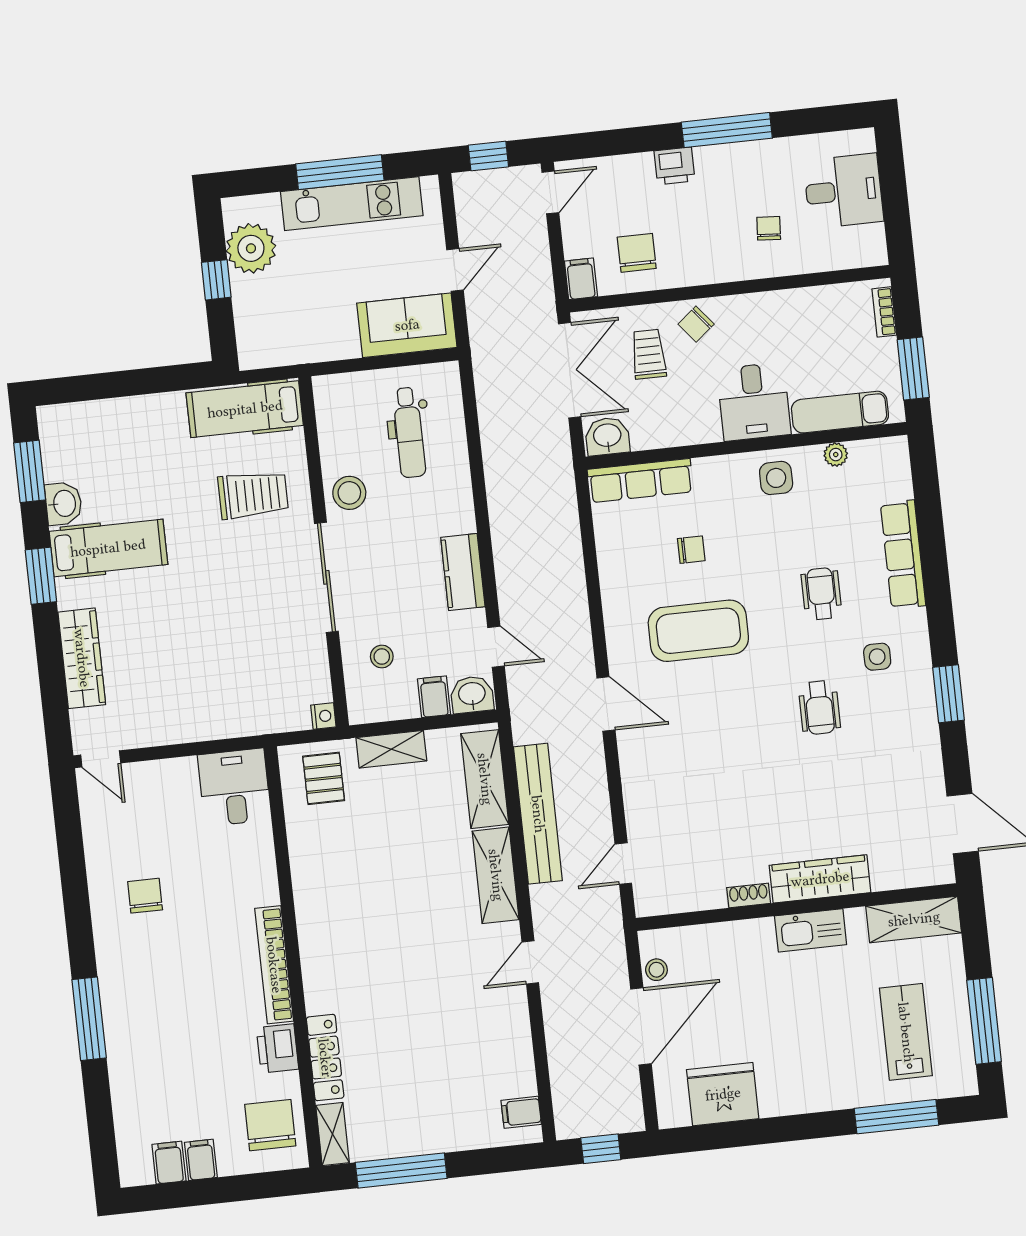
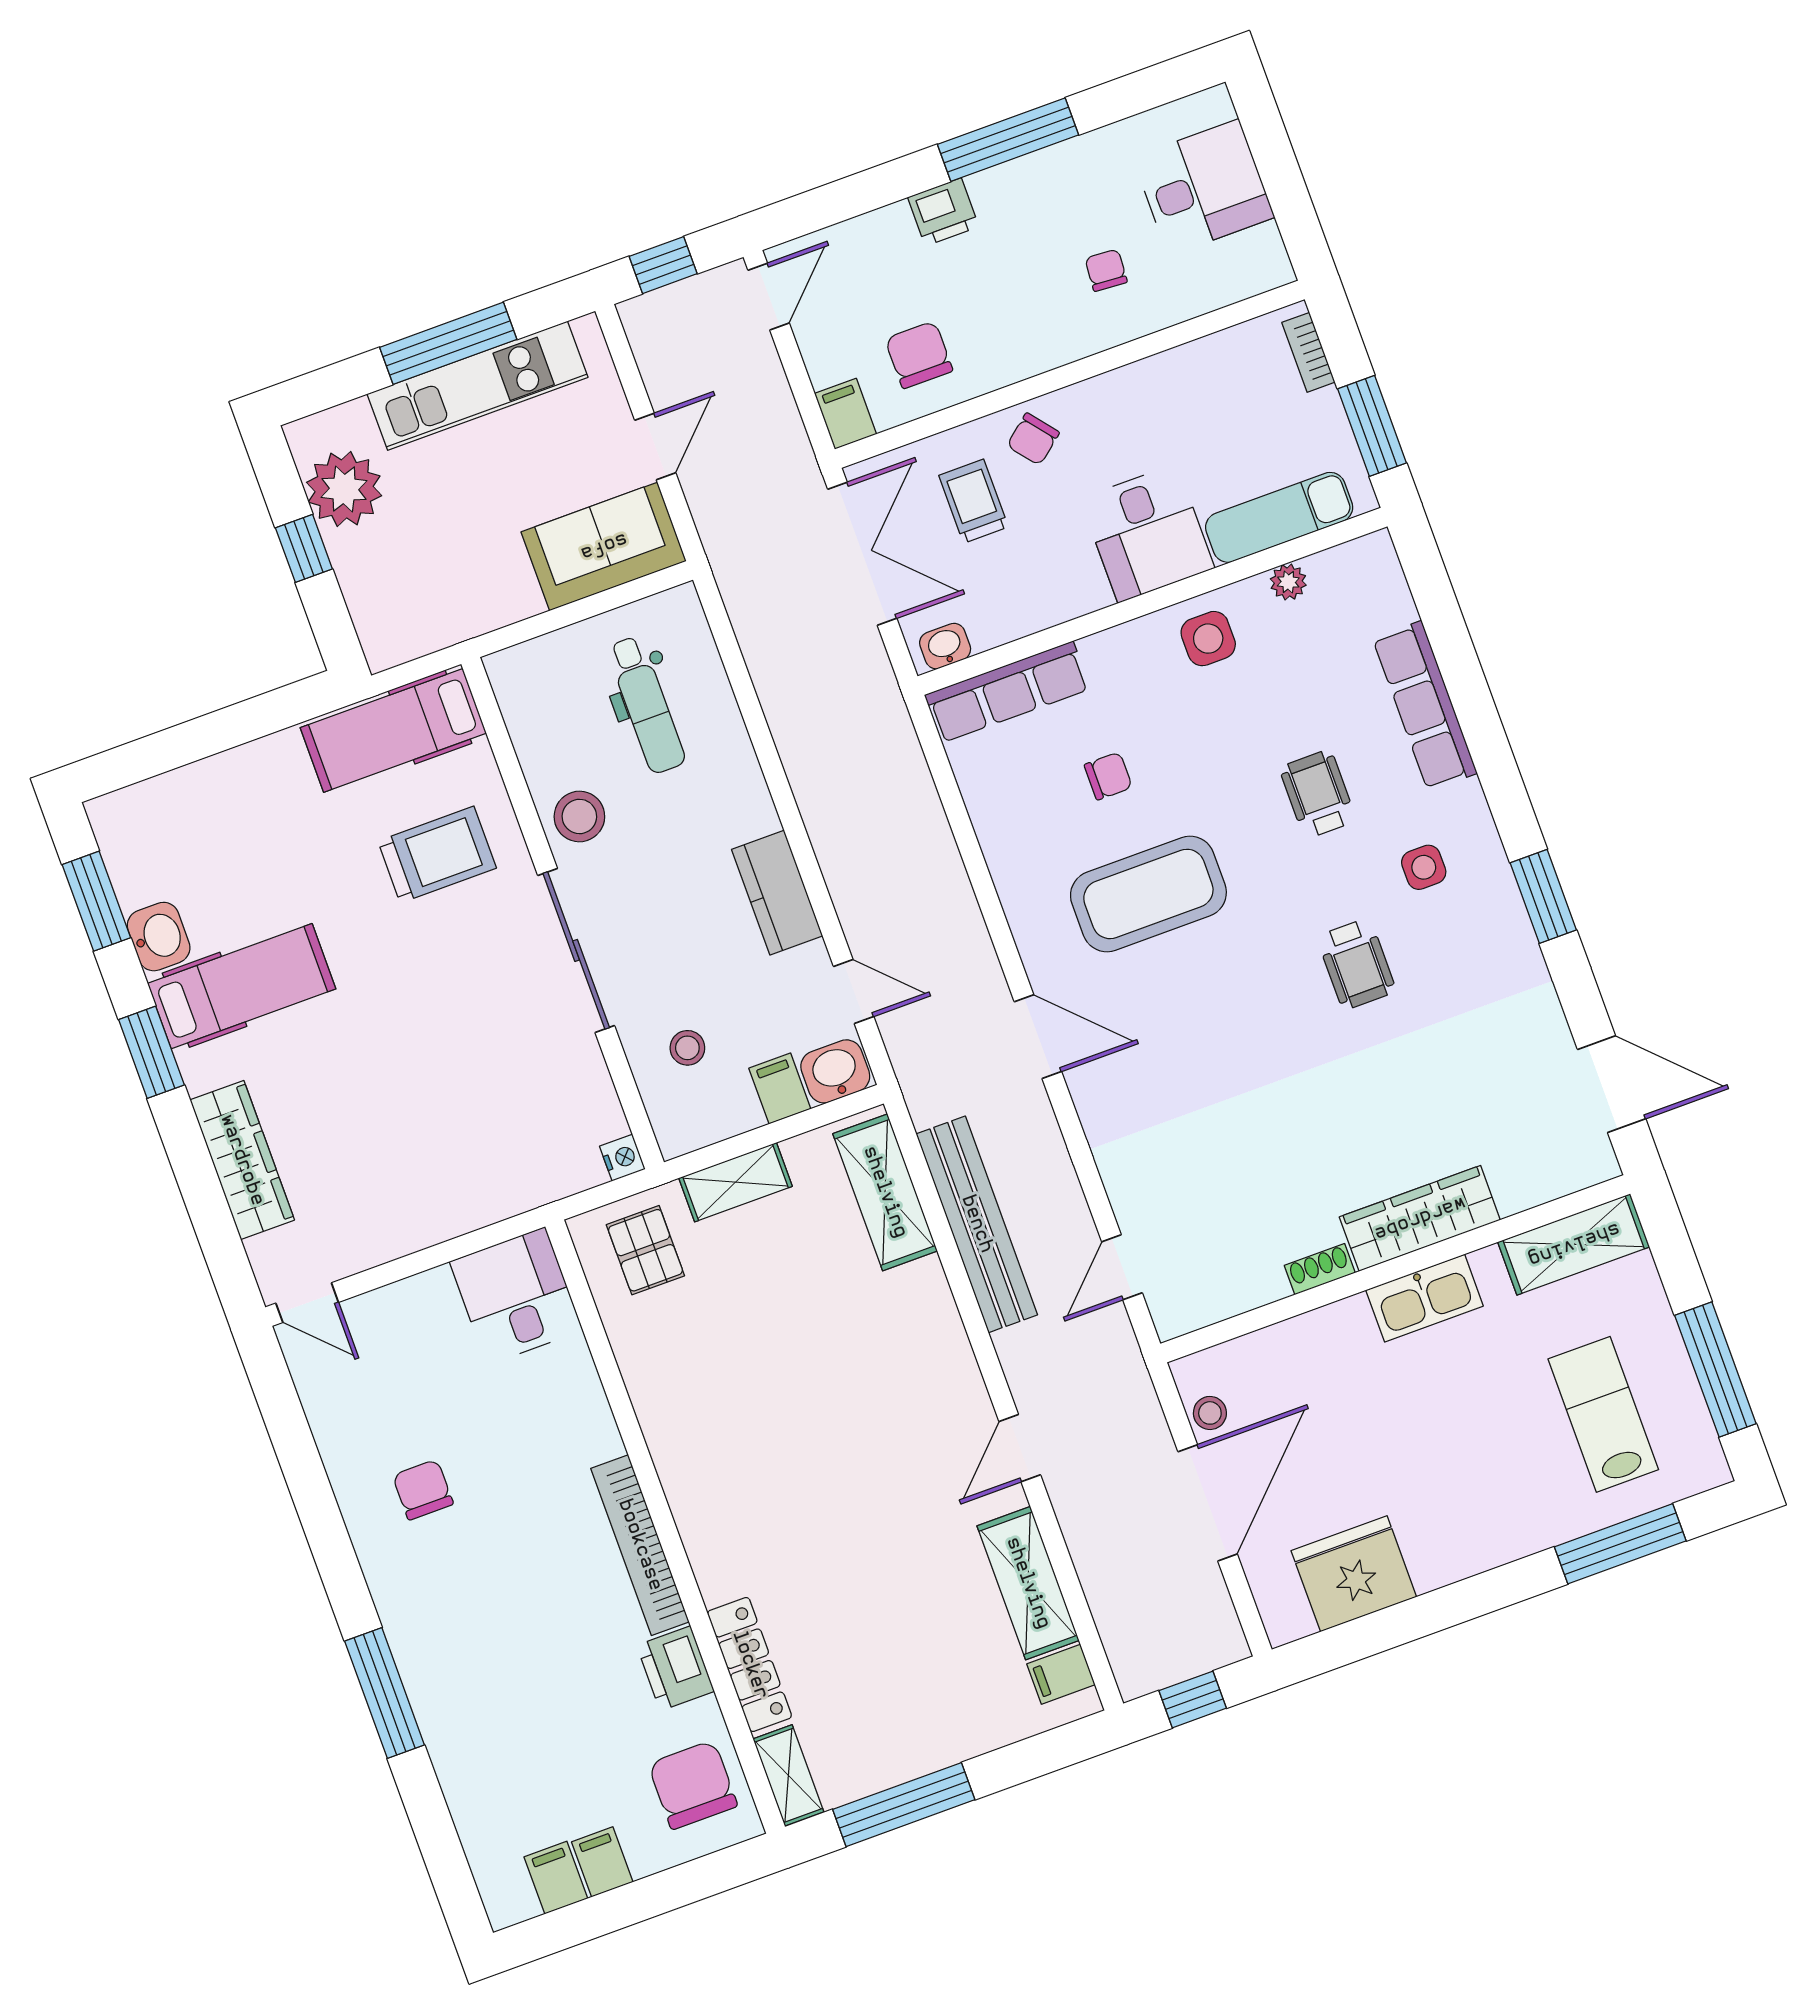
washbasin: (607, 436) -> (945, 646), width x0.72, depth x0.69
shelving: (496, 875) -> (1028, 1583), moved

